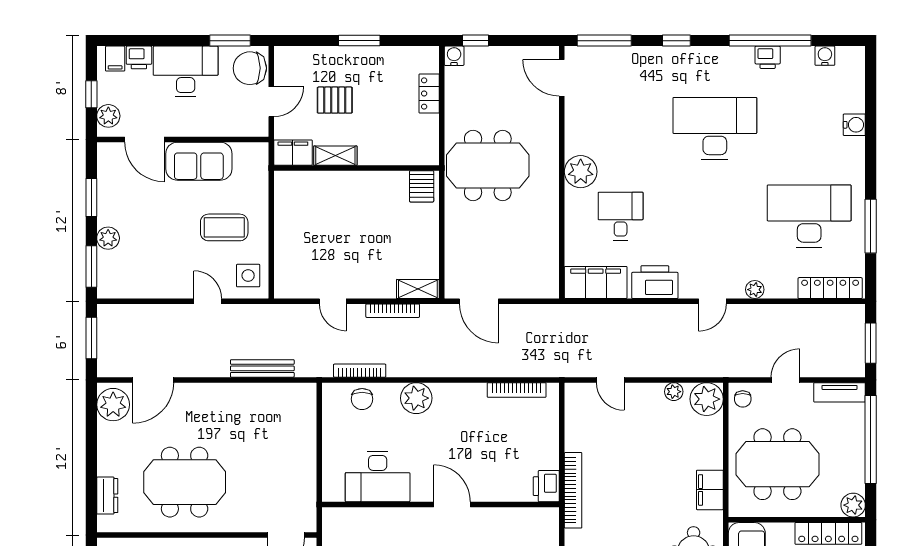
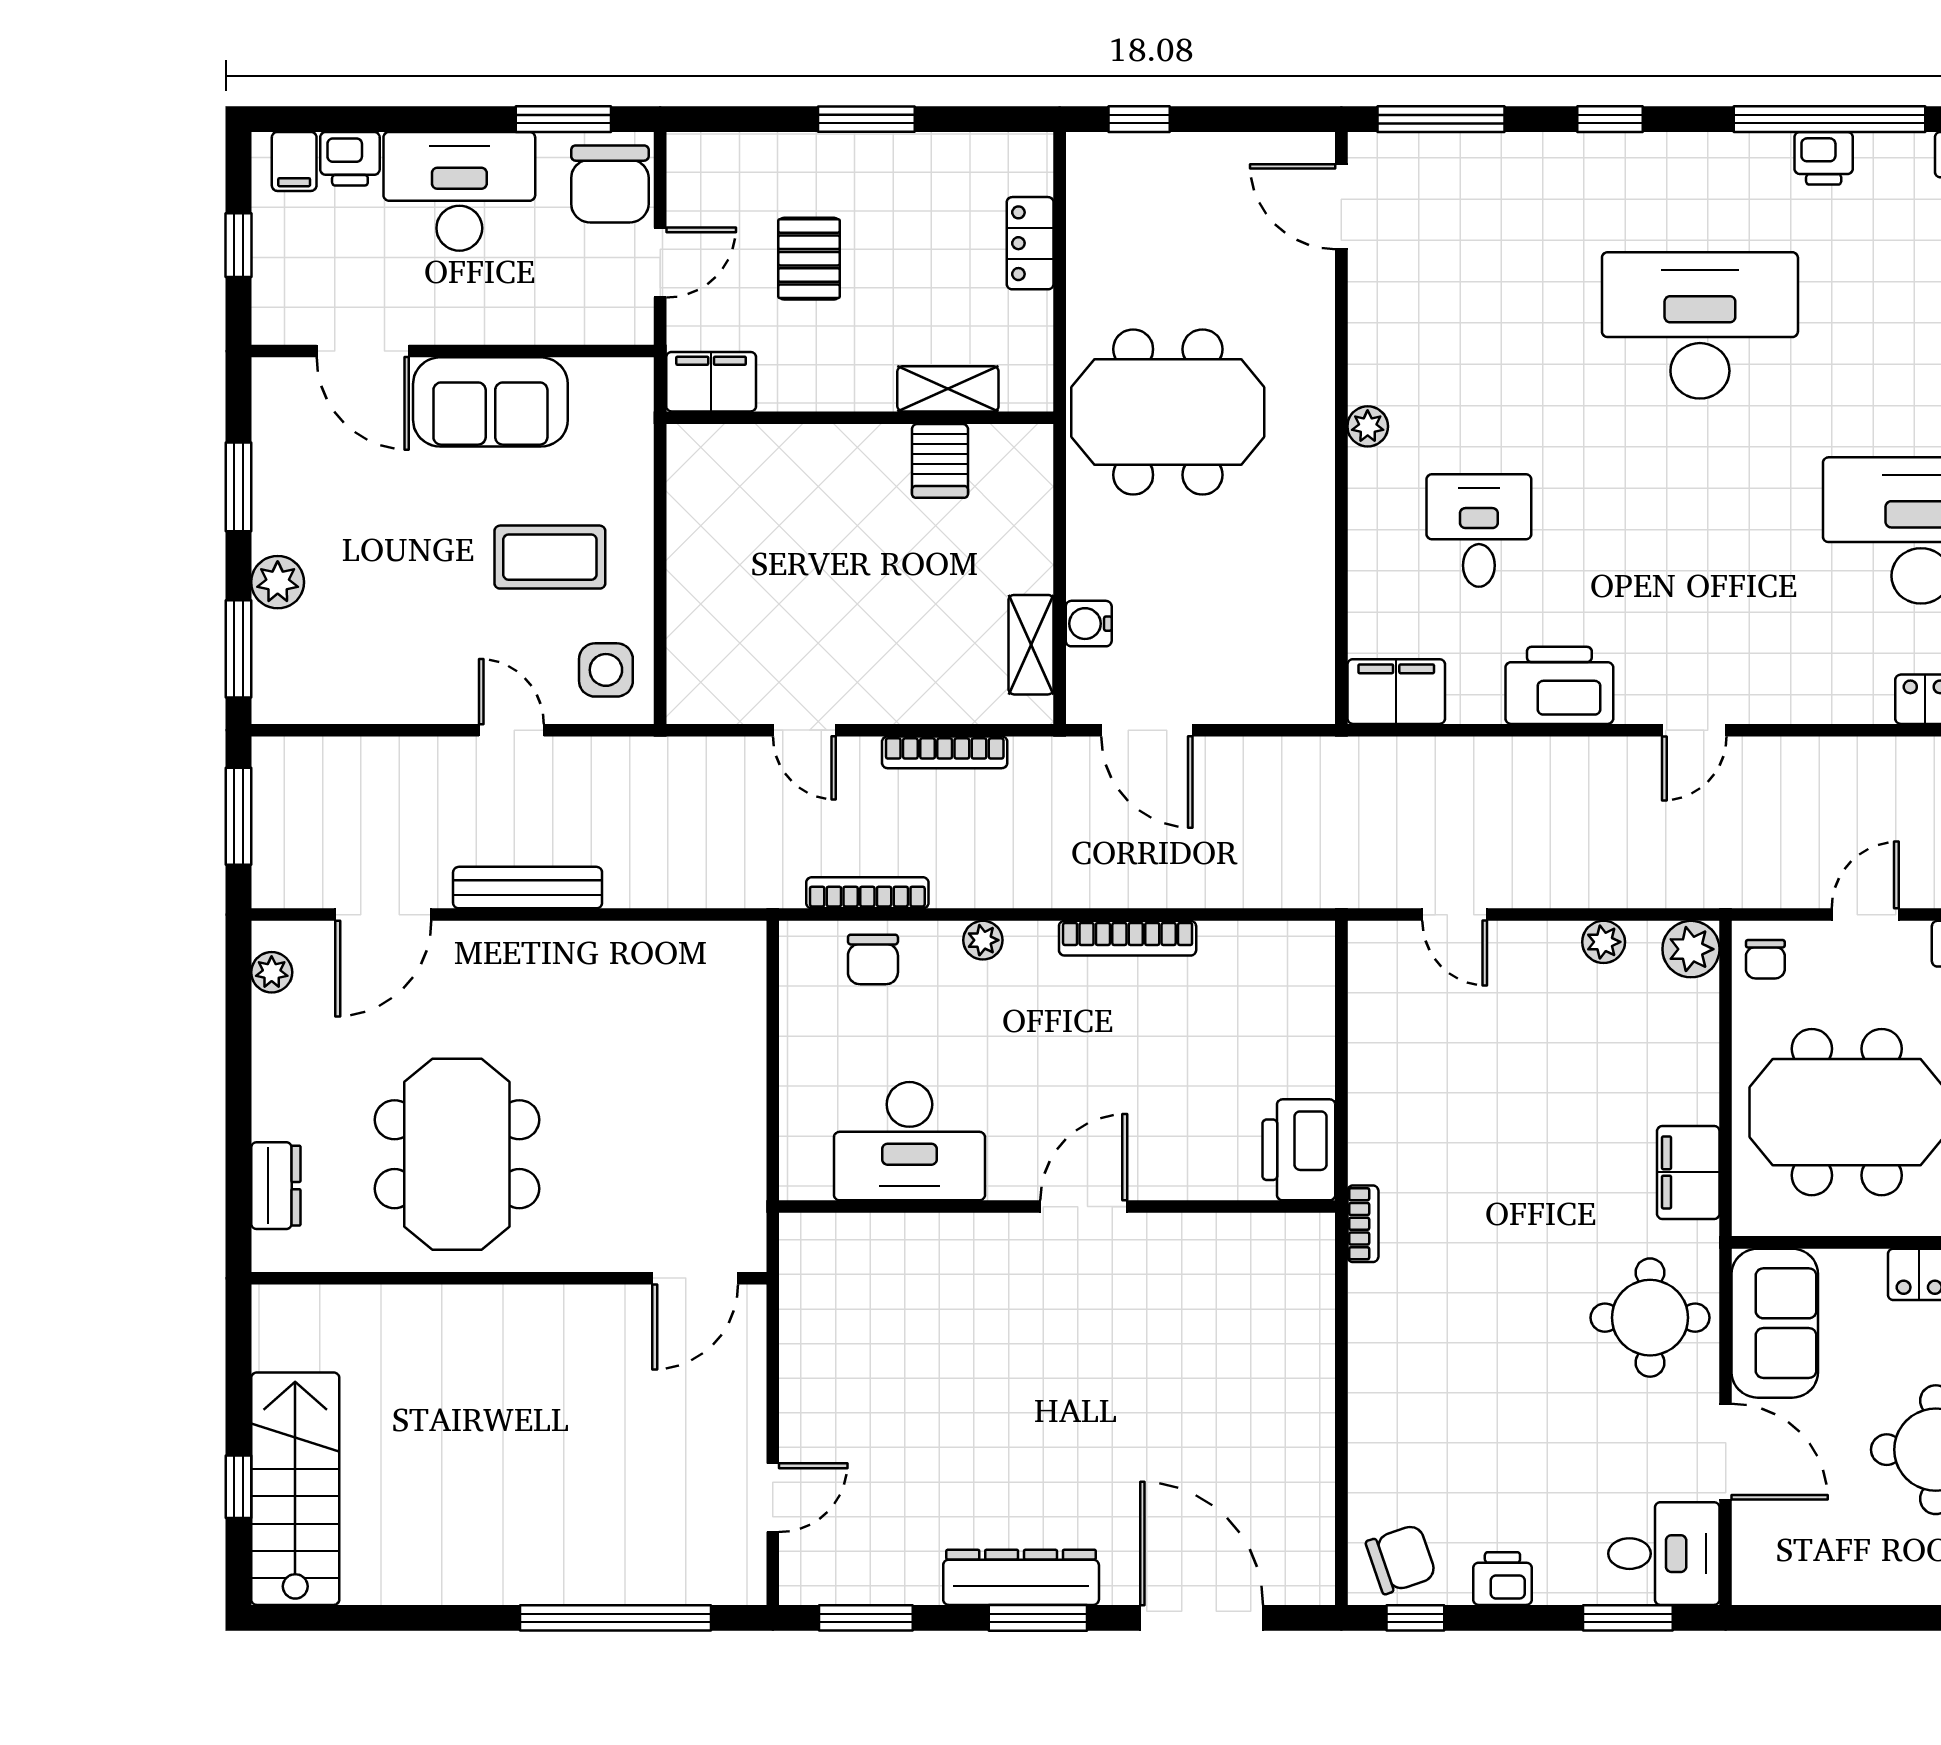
water cooler: (454, 56) -> (1089, 624), moved, turned -90
chair: (250, 68) -> (610, 184), turned -90
pallet: (335, 100) -> (809, 259), turned 90
plant: (108, 116) -> (278, 296), removed
shelving: (335, 156) -> (948, 389), moved
plant: (581, 172) -> (1368, 426), width x0.53, depth x0.53
server rack: (422, 186) -> (940, 461), moved
filing cabinet: (596, 282) -> (1396, 692), width x0.67, depth x0.86
shelving: (418, 289) -> (1031, 645), moved, turned 90
plant: (755, 290) -> (1793, 703), removed
bench: (262, 368) -> (528, 888), moved
bookcase: (517, 390) -> (1128, 938), moved
plant: (416, 398) -> (983, 940), width x0.53, depth x0.53
plant: (707, 399) -> (1691, 949), width x0.73, depth x0.73
plant: (113, 405) -> (272, 972), width x0.53, depth x0.53
meeting table: (185, 482) -> (457, 1154), turned 90
printer: (546, 486) -> (1299, 1150), width x1.37, depth x1.19
bookcase: (573, 490) -> (1363, 1224), width x0.43, depth x0.76
door: (452, 504) -> (1084, 1207), hinge flipped

